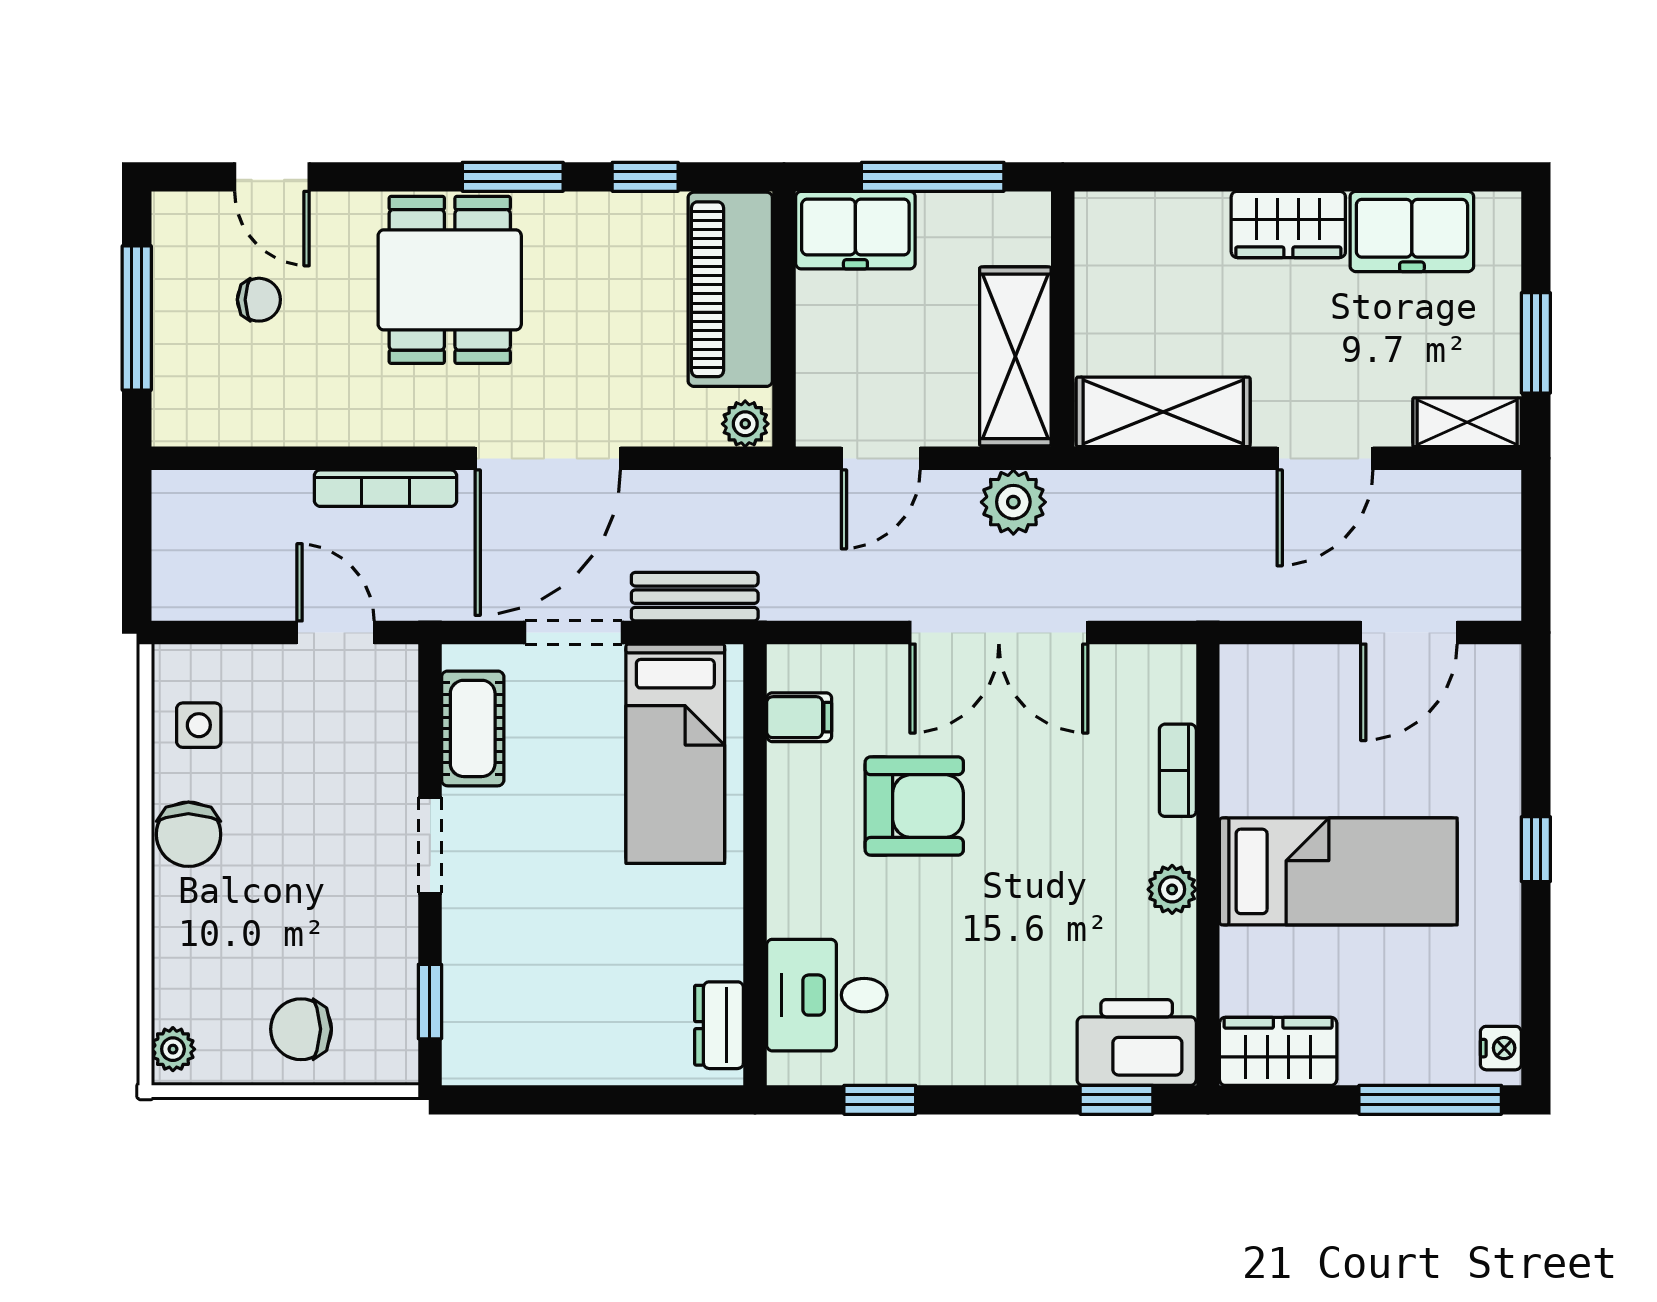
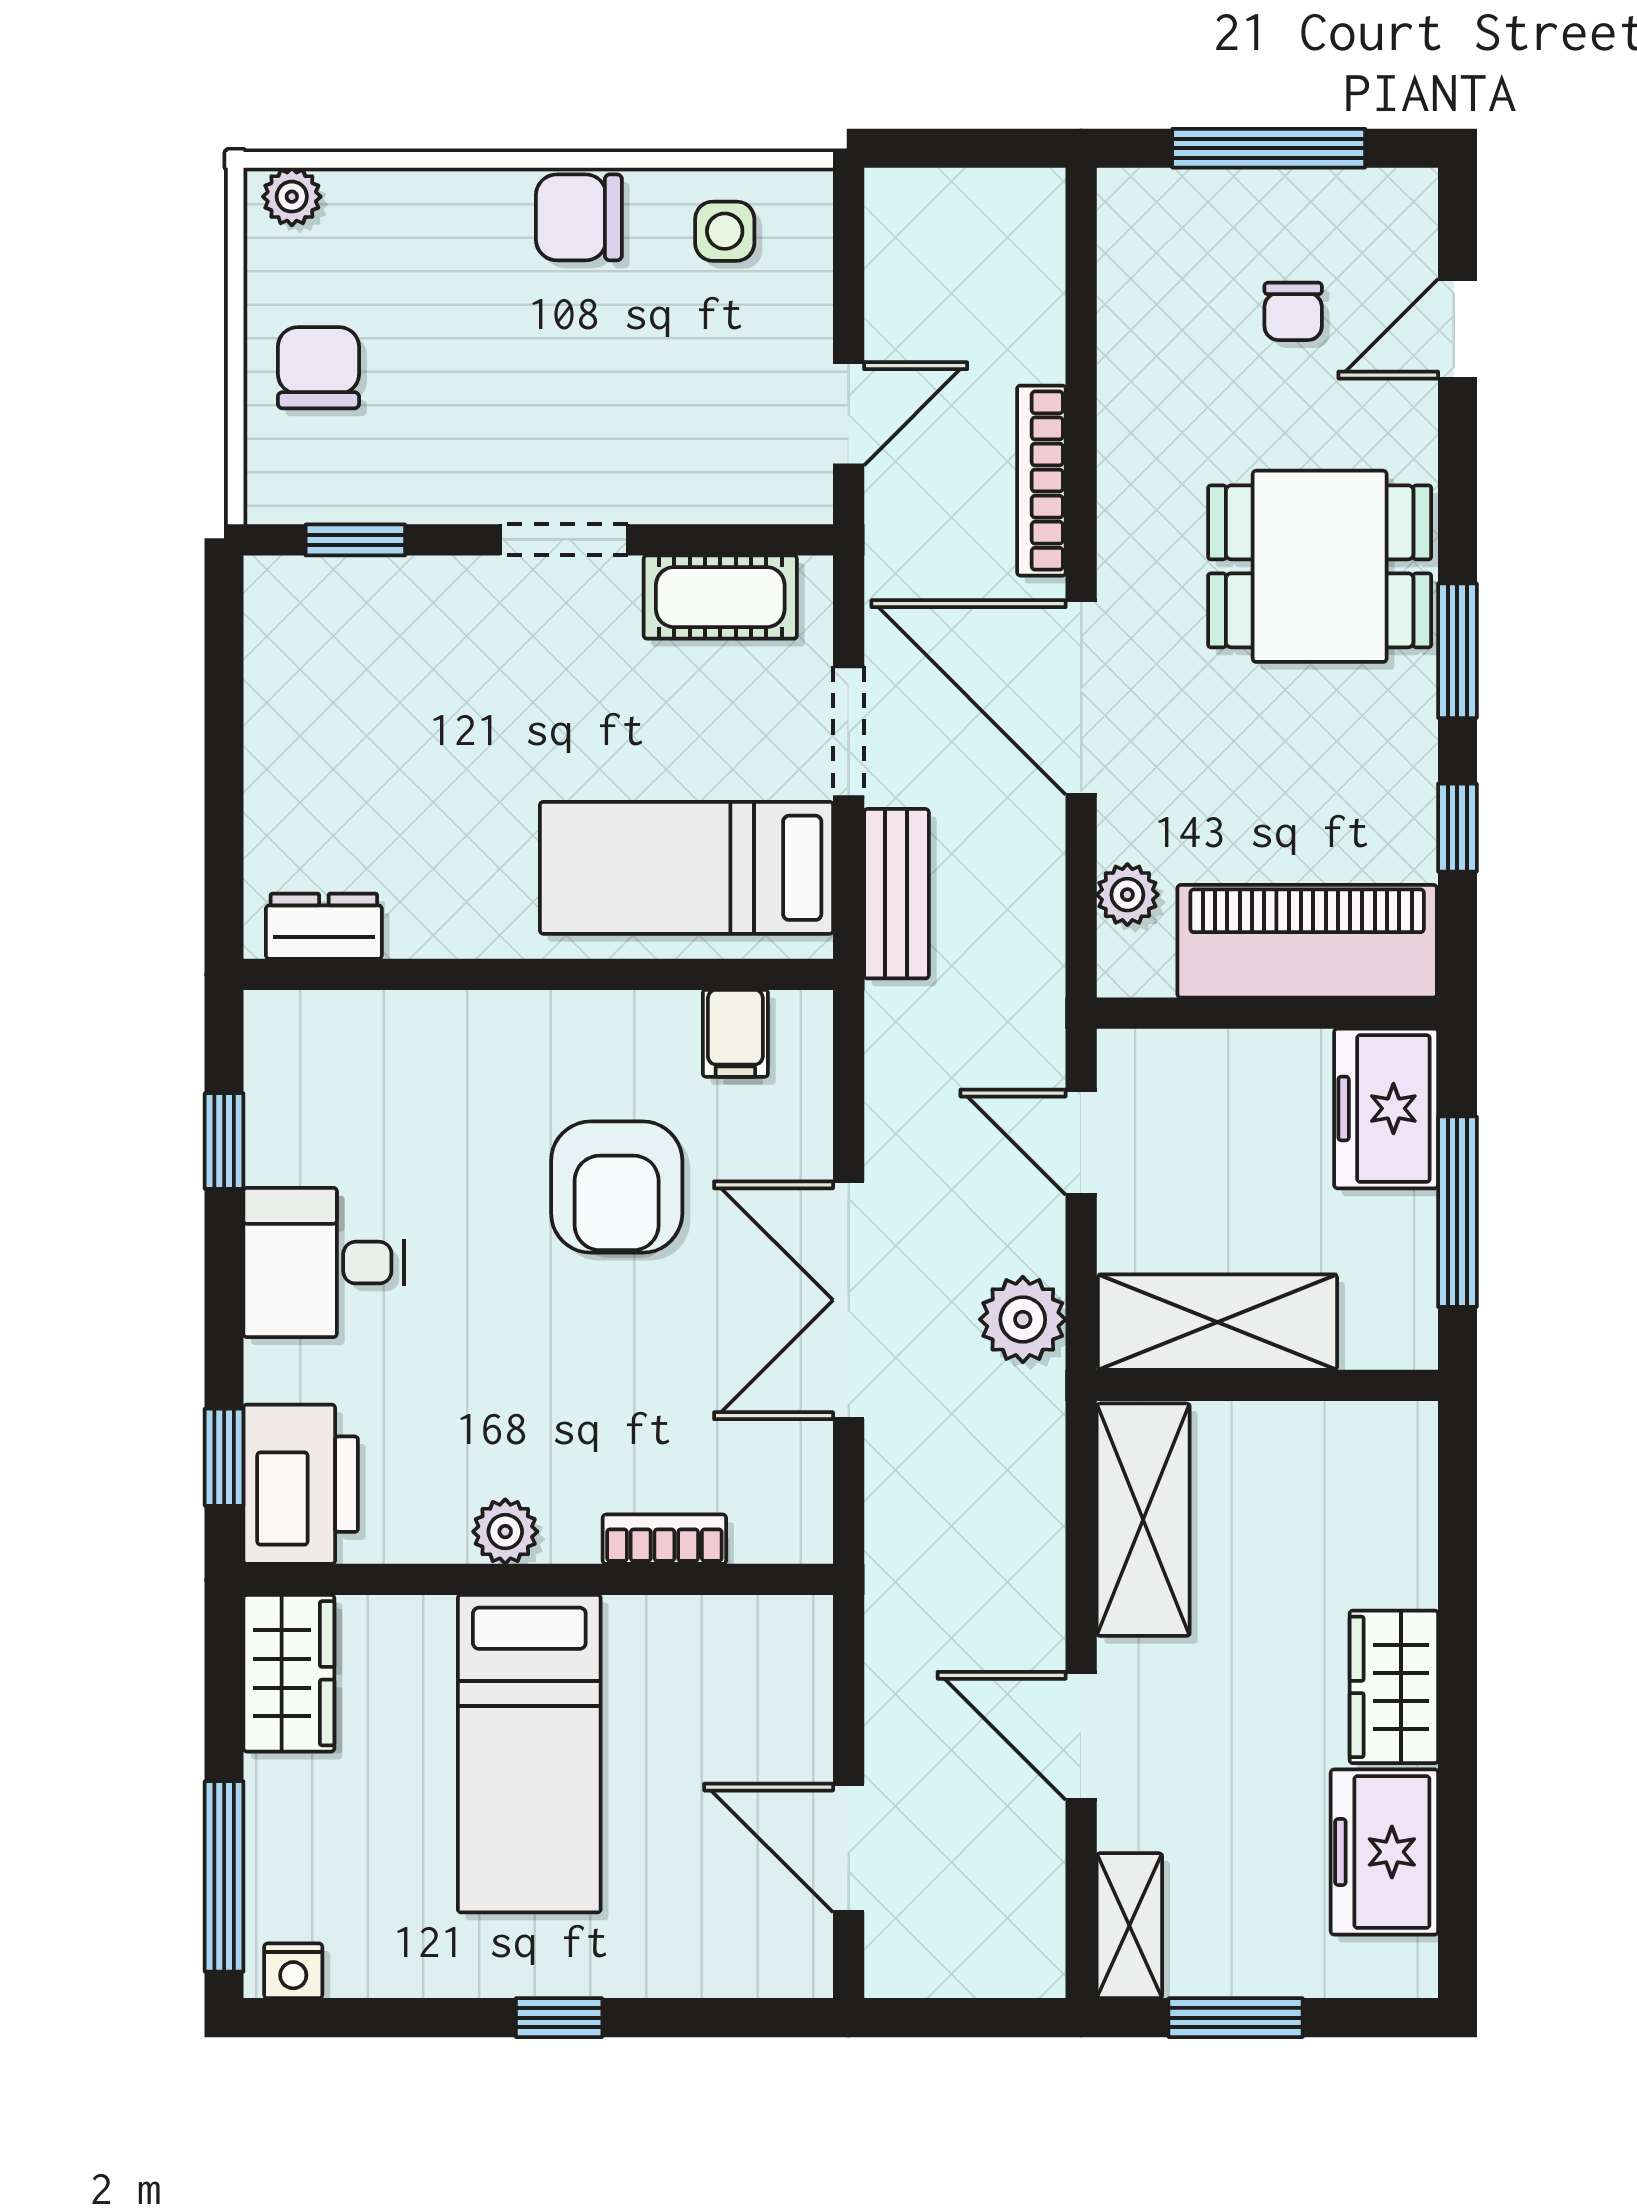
plant: (745, 424) -> (1127, 895), moved
desk: (827, 995) -> (324, 1263), moved, turned -90

